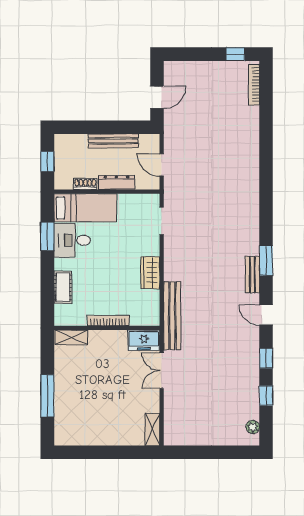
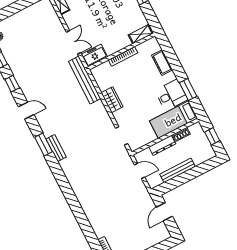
bench: (252, 275) -> (56, 148), moved

